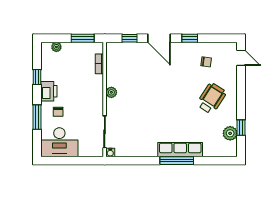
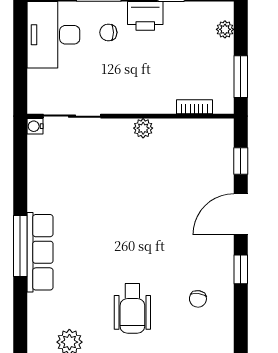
wheelchair: (211, 98) -> (132, 308), turned 57

